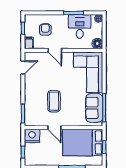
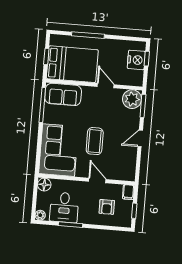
door: (23, 67) -> (140, 138), moved
coffee table: (54, 101) -> (95, 141), moved
sofa: (94, 108) -> (63, 94), moved, turned 90
plant: (32, 118) -> (132, 99), added
nightstand: (32, 136) -> (136, 60), moved, turned -90

